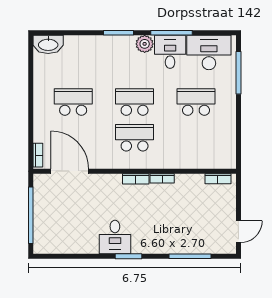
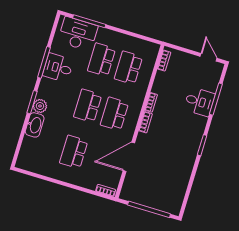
washbasin: (48, 44) -> (35, 125), moved
plant: (145, 44) -> (40, 106), moved
desk: (209, 52) -> (78, 34), moved, turned 90
school desk: (196, 138) -> (128, 68), added
door: (70, 171) -> (129, 157), moved
desk: (115, 237) -> (199, 102), moved

